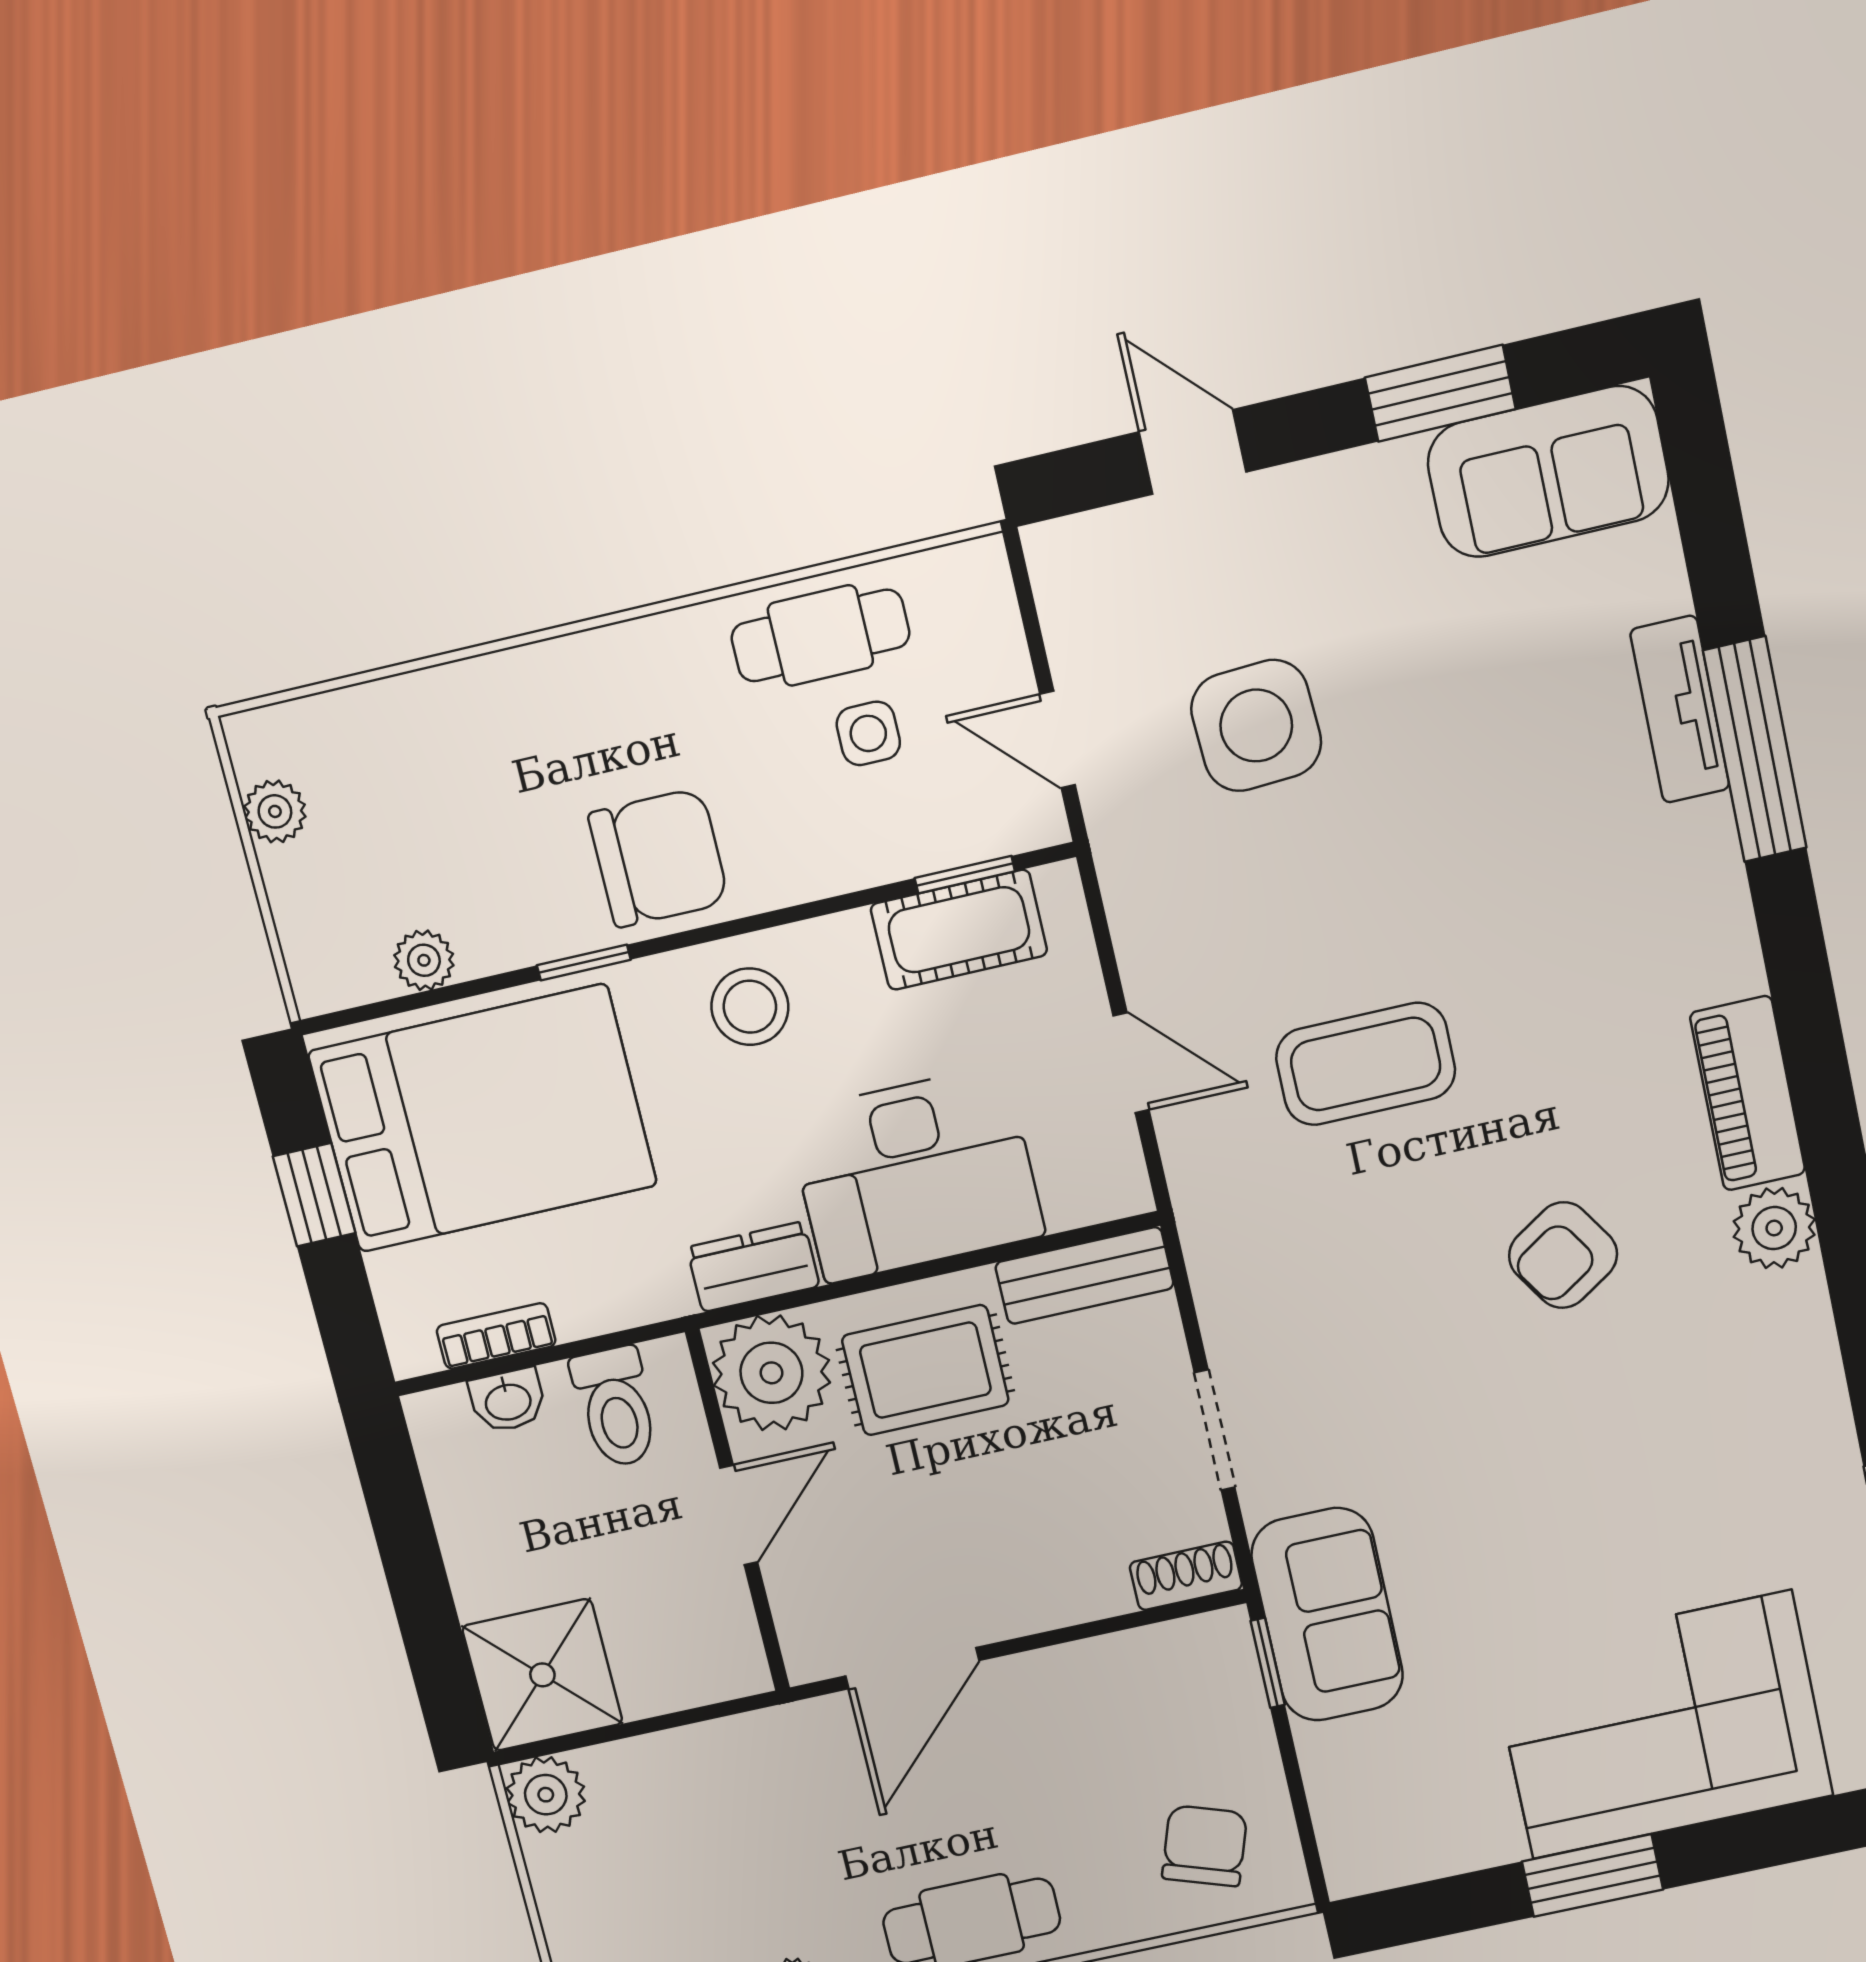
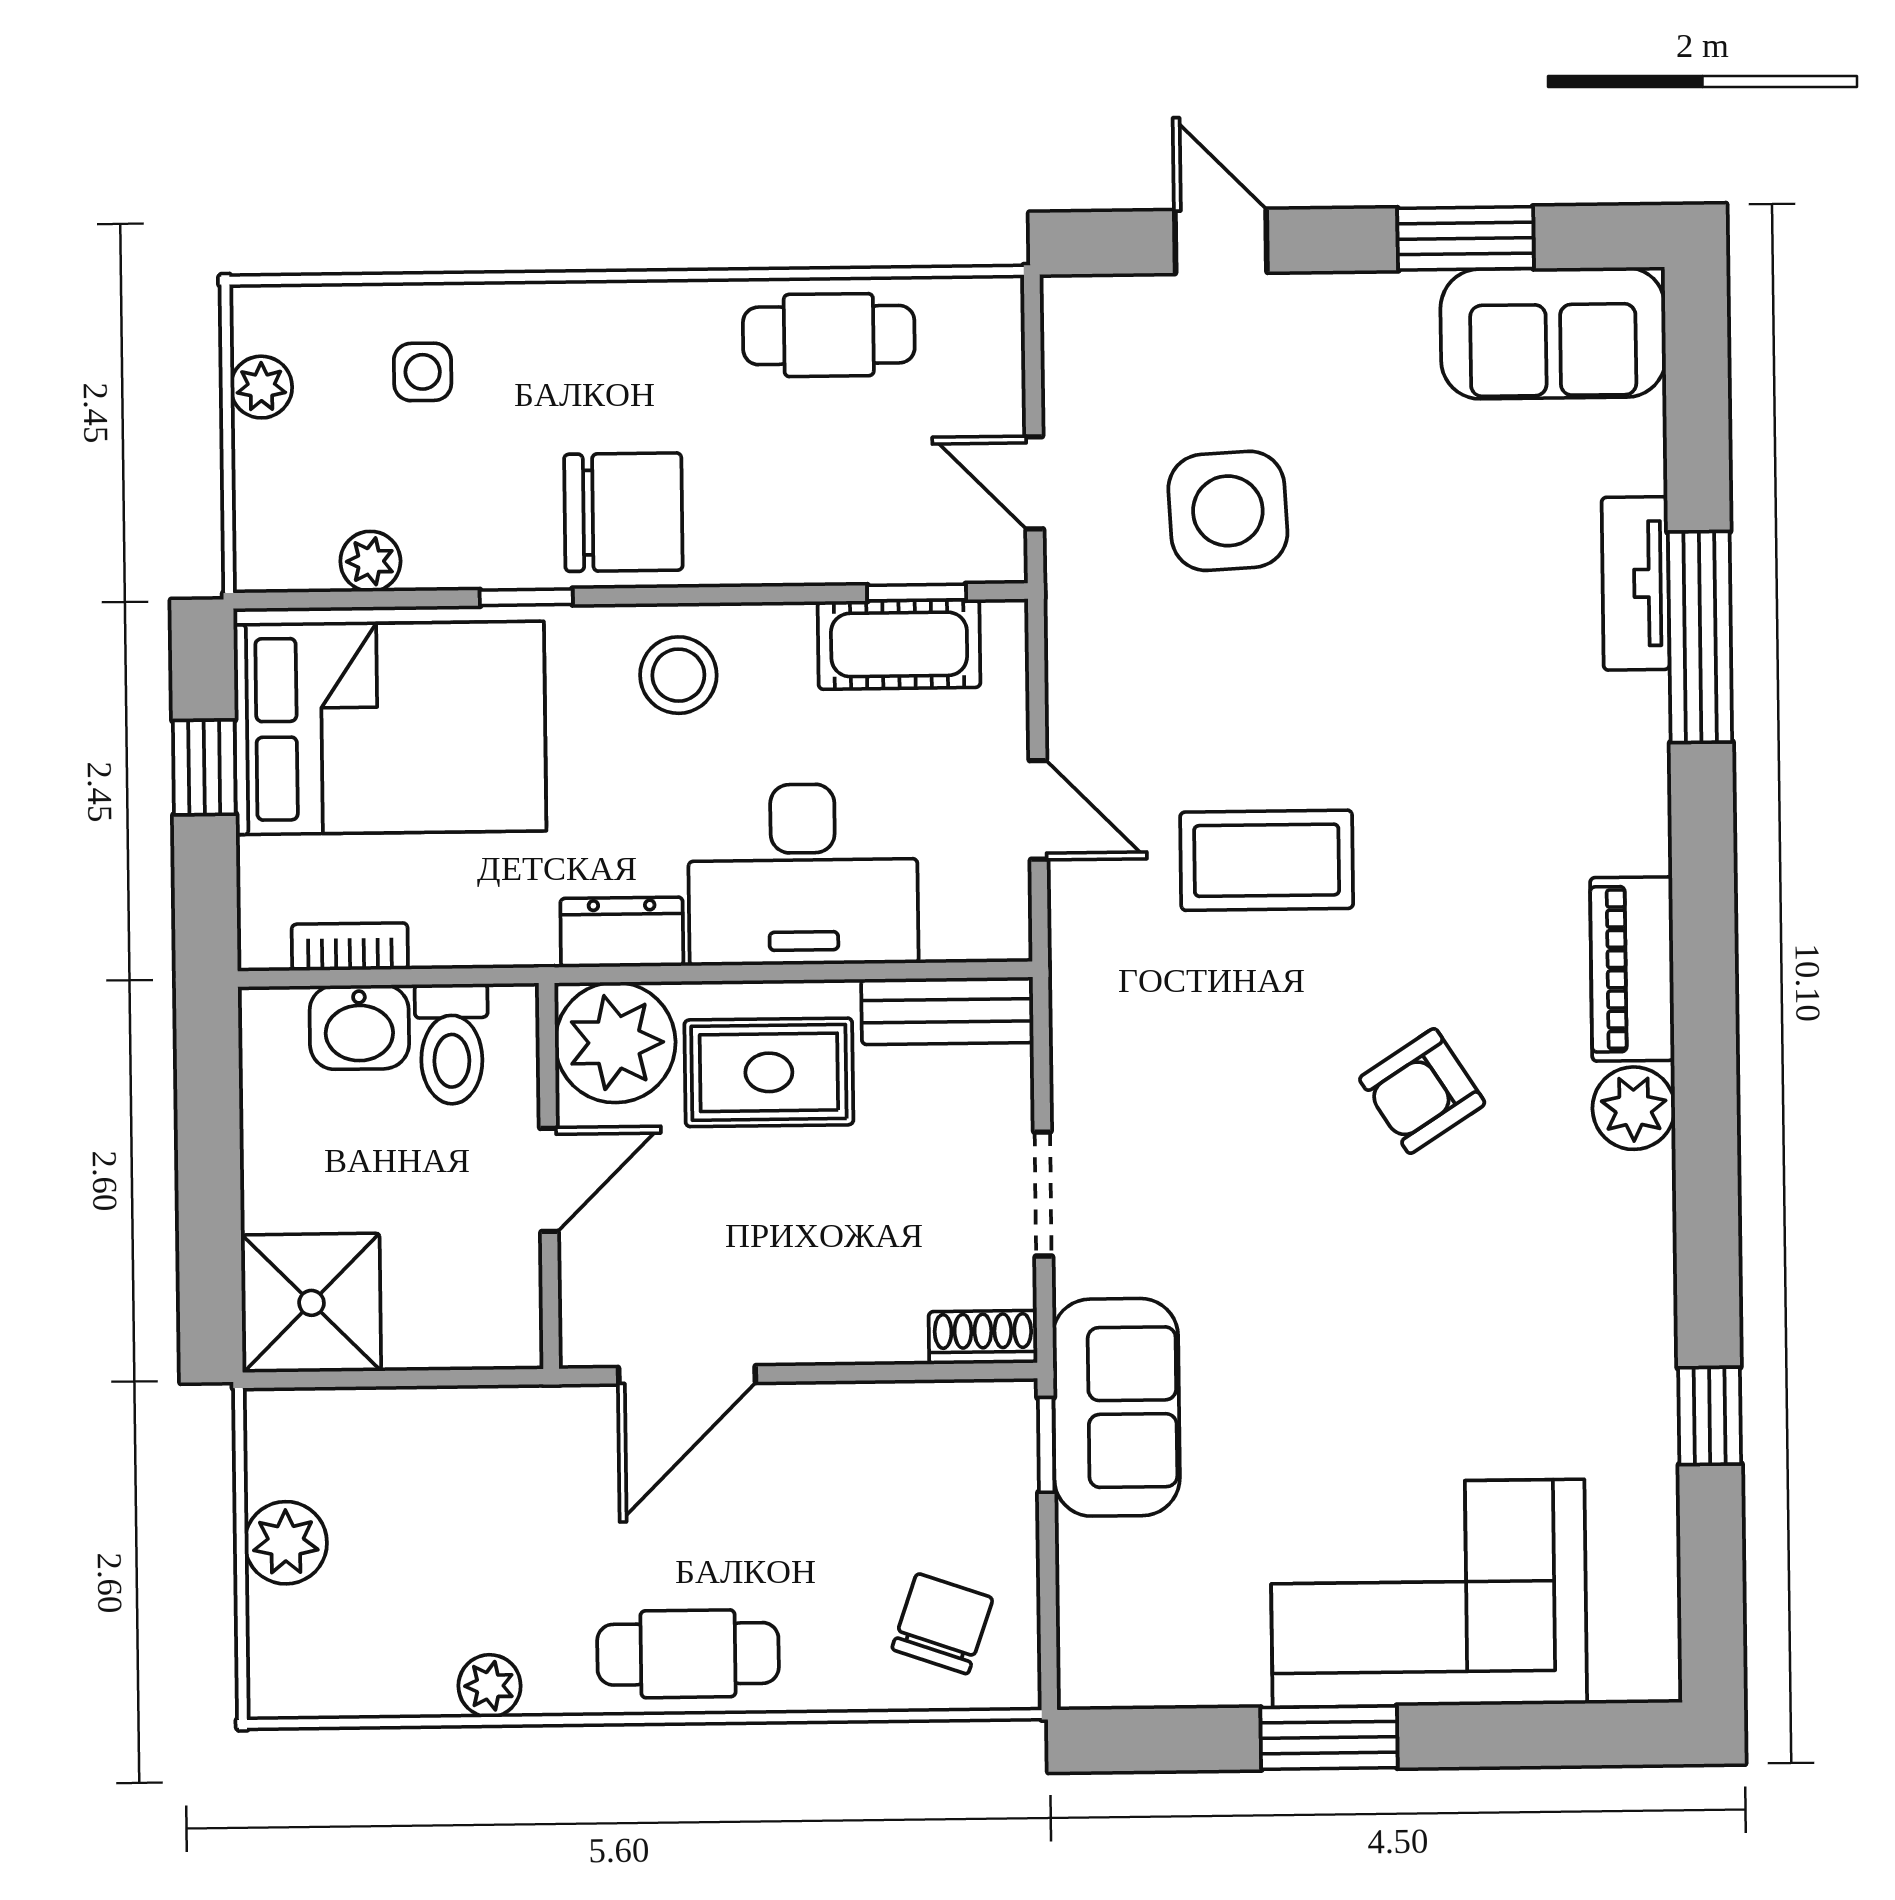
side table: (868, 733) -> (423, 372), moved
washbasin: (508, 1401) -> (359, 1027), width x1.38, depth x1.45
plant: (546, 1795) -> (286, 1543), moved

